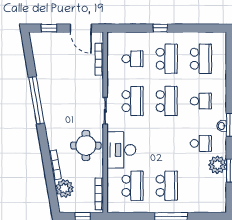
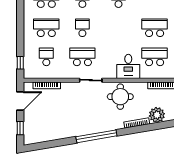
window: (160, 28) -> (20, 63), moved
window: (36, 100) -> (96, 136), moved
school desk: (167, 101) -> (82, 28), width x0.54
desk: (121, 150) -> (128, 66), width x0.73

